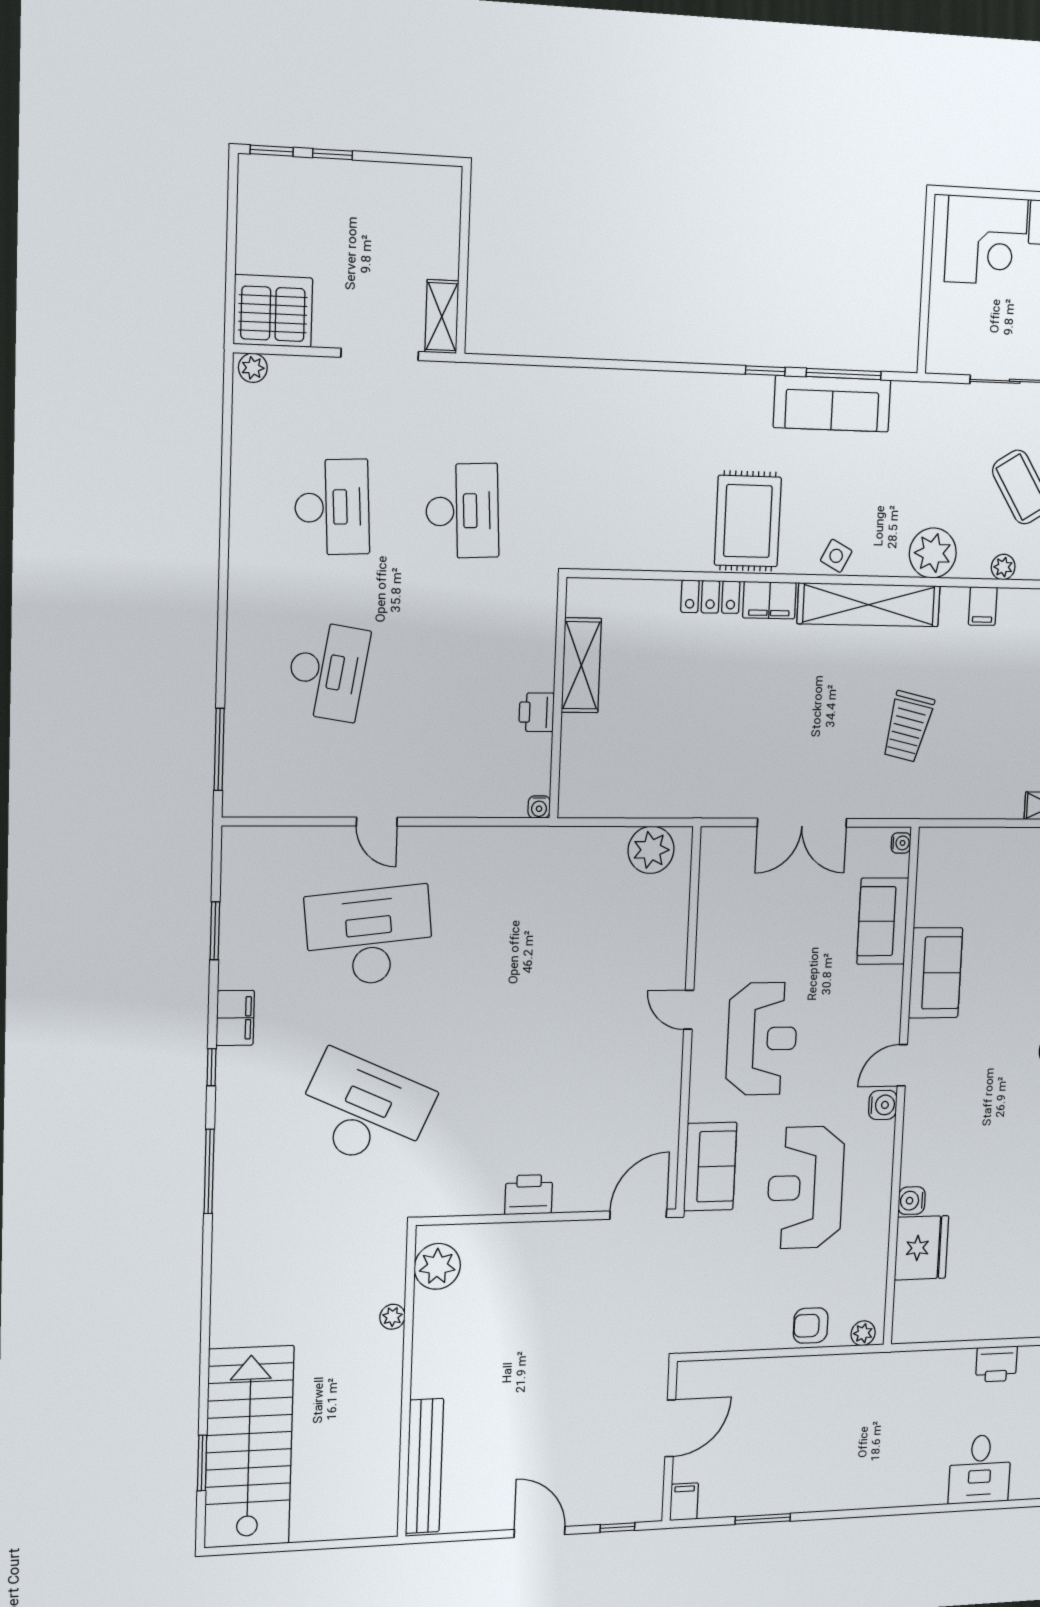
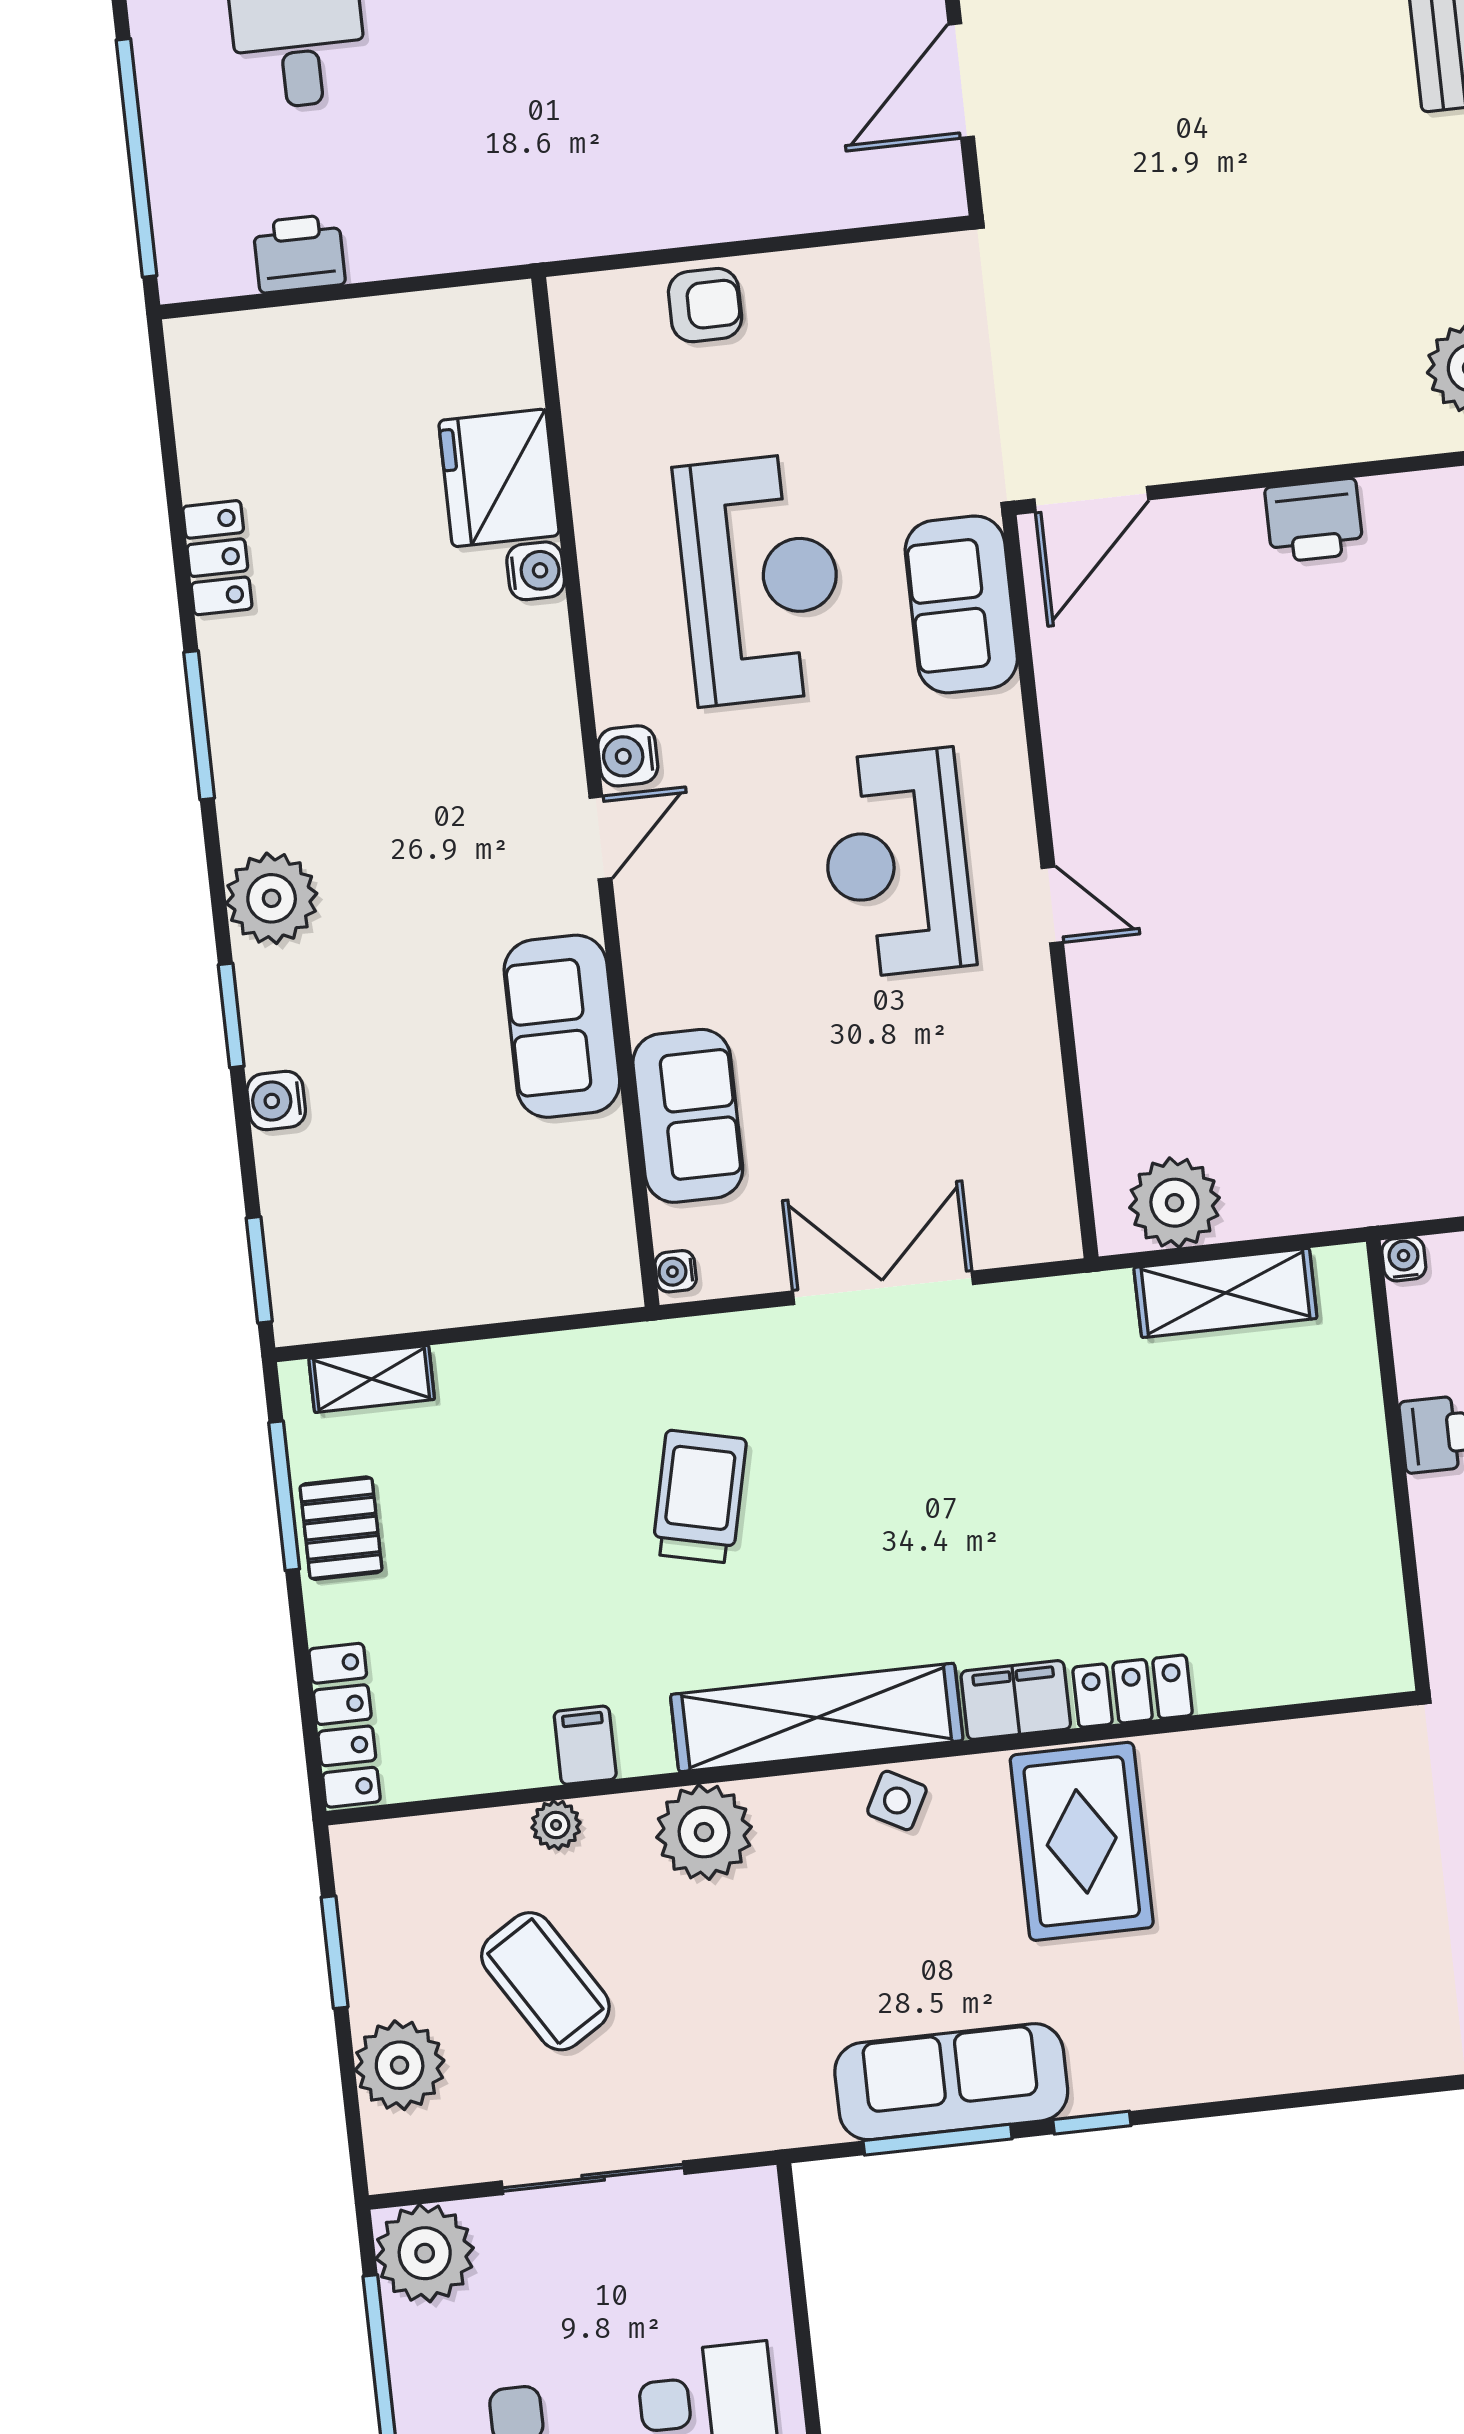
shelving: (581, 665) -> (1225, 1293), moved, turned 90
plant: (863, 1333) -> (593, 297), removed

